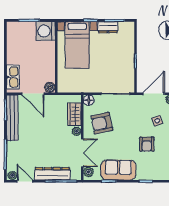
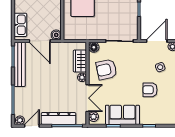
armchair: (147, 144) -> (150, 90), turned 90
door: (25, 181) -> (32, 126), hinge flipped

